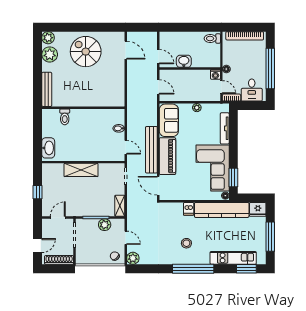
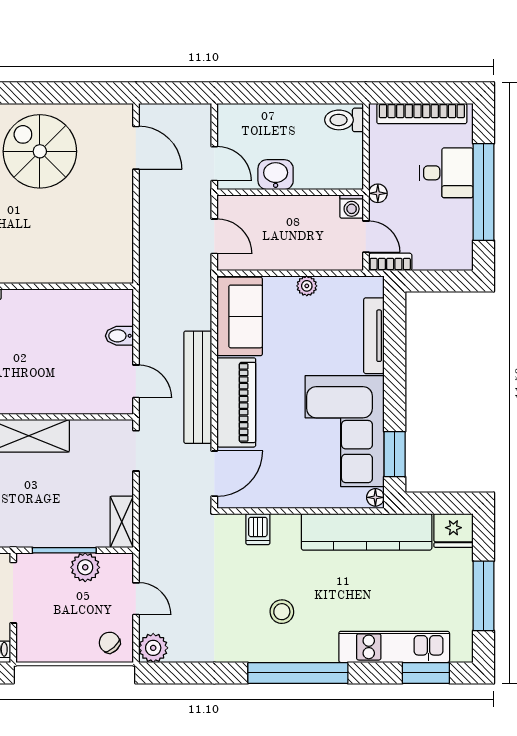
desk: (252, 90) -> (446, 173), moved, turned -90
door: (158, 186) -> (214, 474), swing flipped
dishwasher: (189, 209) -> (258, 529), moved

